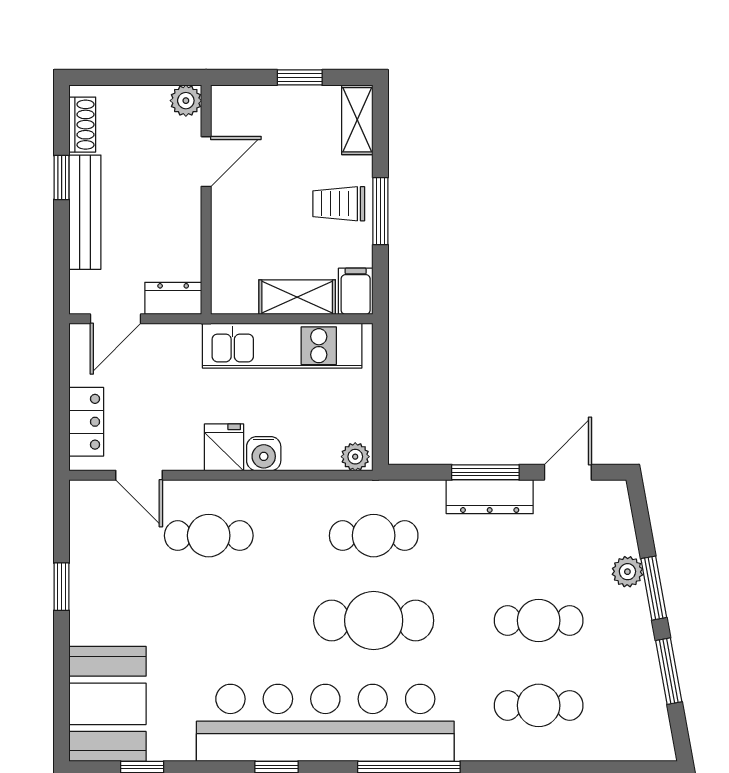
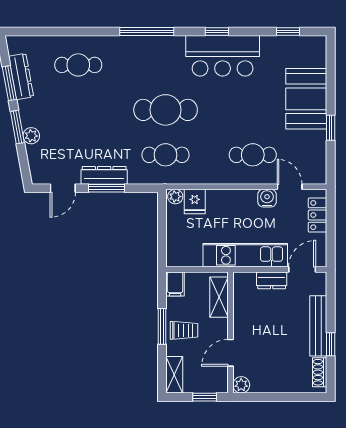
plant: (186, 101) -> (241, 385), moved
door: (206, 162) -> (231, 353), moved
wall: (206, 200) -> (231, 333), moved
shelving: (297, 297) -> (219, 297), moved, turned 90
kitchen unit: (282, 346) -> (245, 255), moved
fridge: (224, 447) -> (195, 201), moved
water cooler: (264, 454) -> (267, 198), moved
cafe table: (539, 620) -> (78, 110), removed
dresser: (647, 684) -> (21, 76), added
booth: (108, 704) -> (306, 99), moved
bar counter: (325, 723) -> (223, 56), width x0.54

